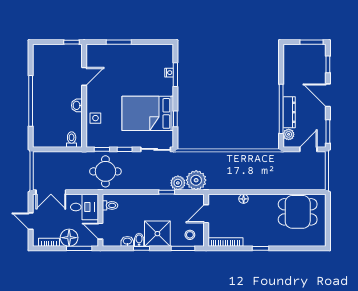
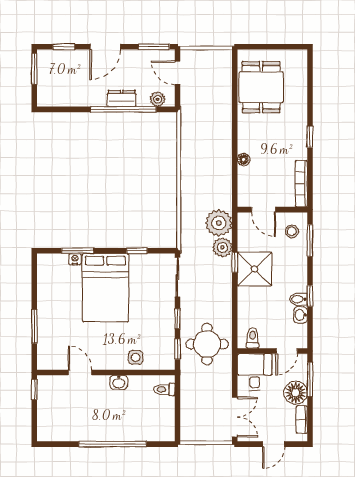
dresser: (289, 112) -> (122, 99), width x0.70
bed: (148, 113) -> (105, 288), moved
shower: (157, 234) -> (255, 269), moved

